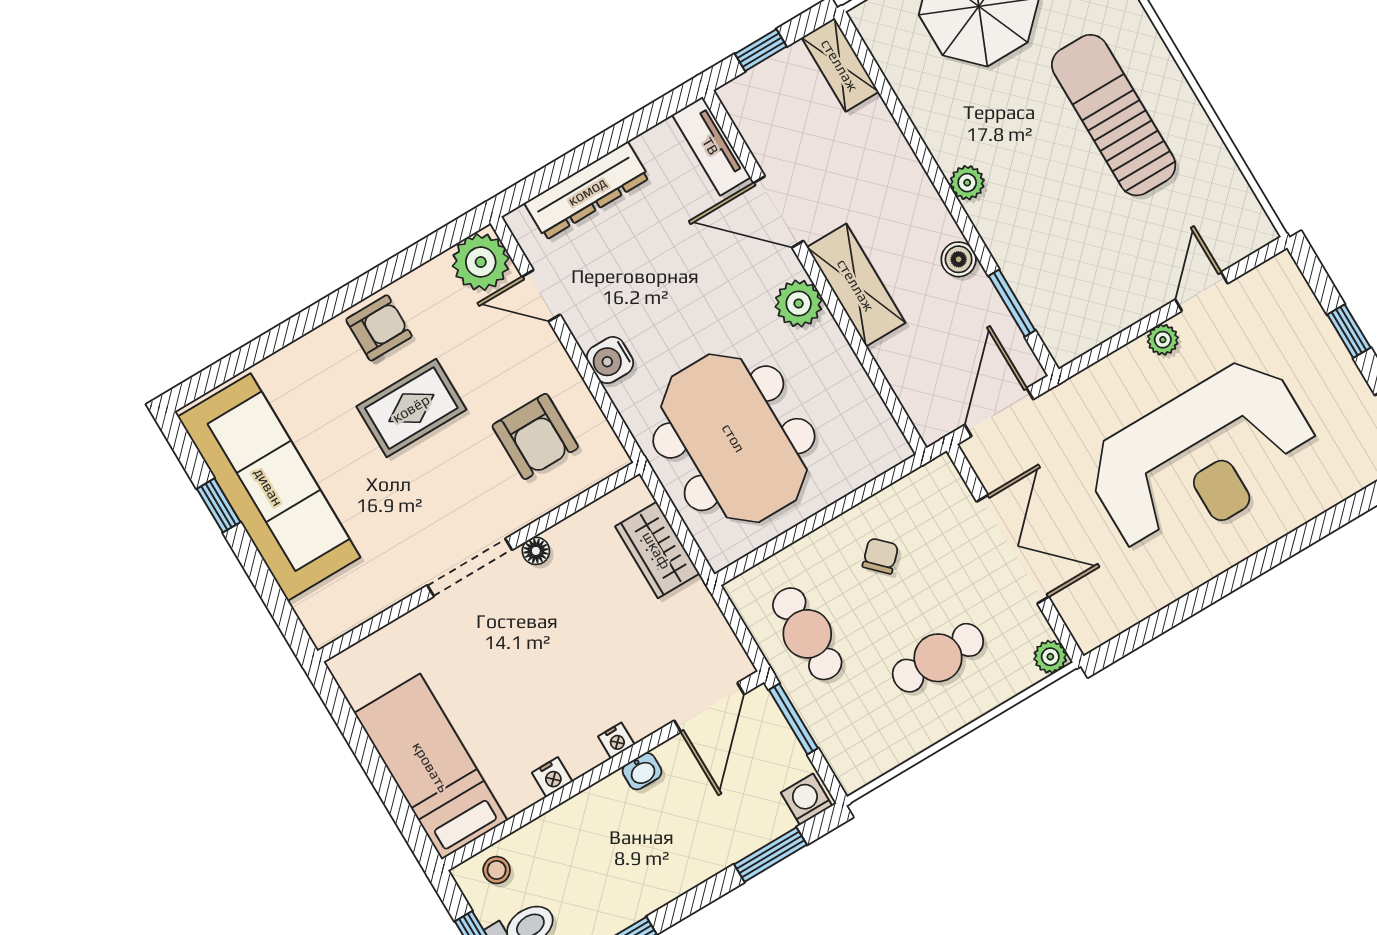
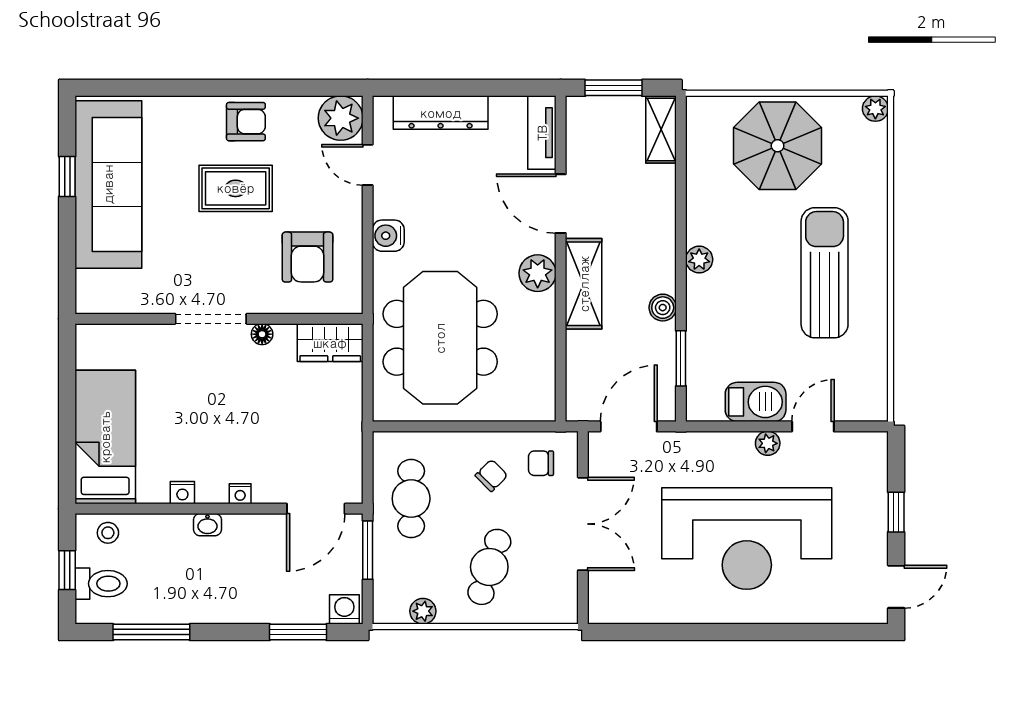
window: (761, 50) -> (614, 88), width x1.50
barbecue: (1122, 302) -> (756, 402), added
chair: (927, 510) -> (541, 463), added
wardrobe: (657, 550) -> (330, 343), moved, turned -90
plant: (1050, 657) -> (423, 611), moved
cafe table: (938, 658) -> (489, 567), turned -72
washbasin: (642, 771) -> (207, 525), moved

